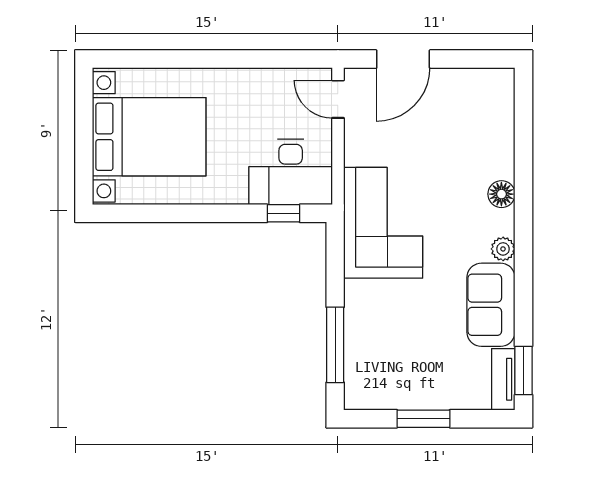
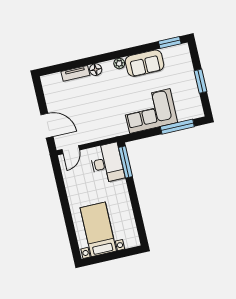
bed with nightstands: (149, 137) -> (98, 229), width x0.73
window: (283, 213) -> (126, 162), width x2.17
corner sofa: (383, 223) -> (150, 111), moved
tv unit: (503, 379) -> (75, 73), moved

